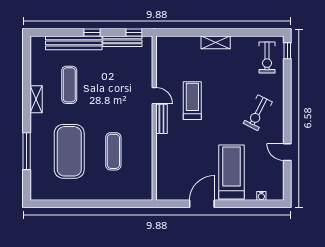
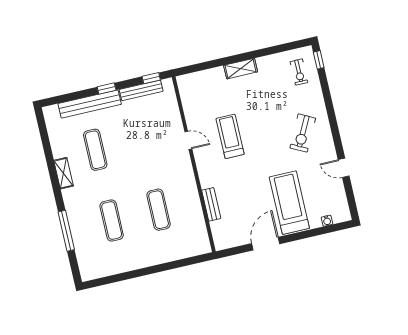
exercise bike: (267, 57) -> (299, 72), width x0.73, depth x0.72
bench: (161, 119) -> (211, 204), moved
exercise mat: (69, 151) -> (112, 220), width x0.50, depth x0.69

